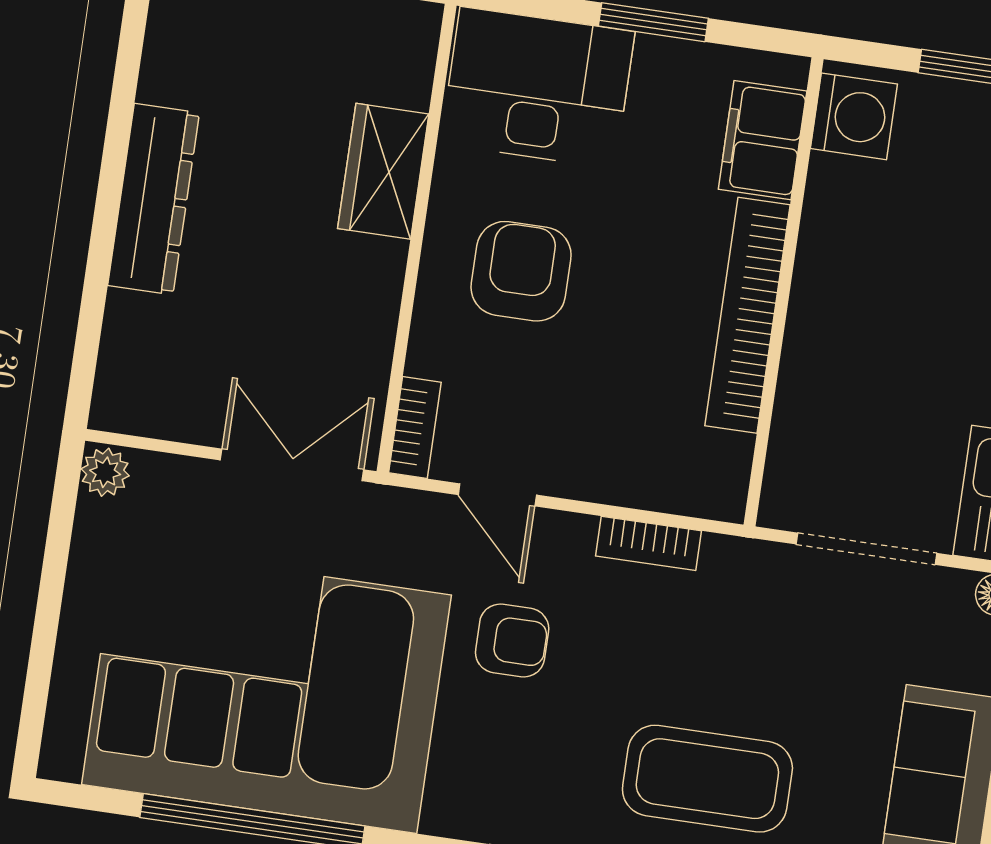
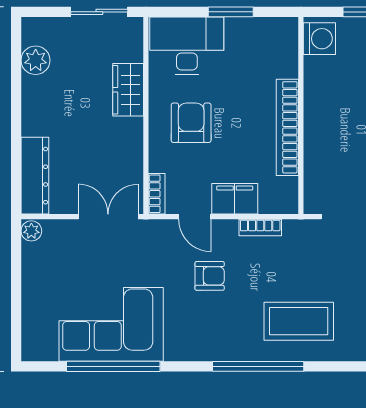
plant: (174, 69) -> (36, 60), added
filing cabinet: (763, 140) -> (235, 199), moved, turned 90
dresser: (154, 199) -> (35, 176), moved
corner sofa: (267, 690) -> (111, 324), width x0.73, depth x0.74

